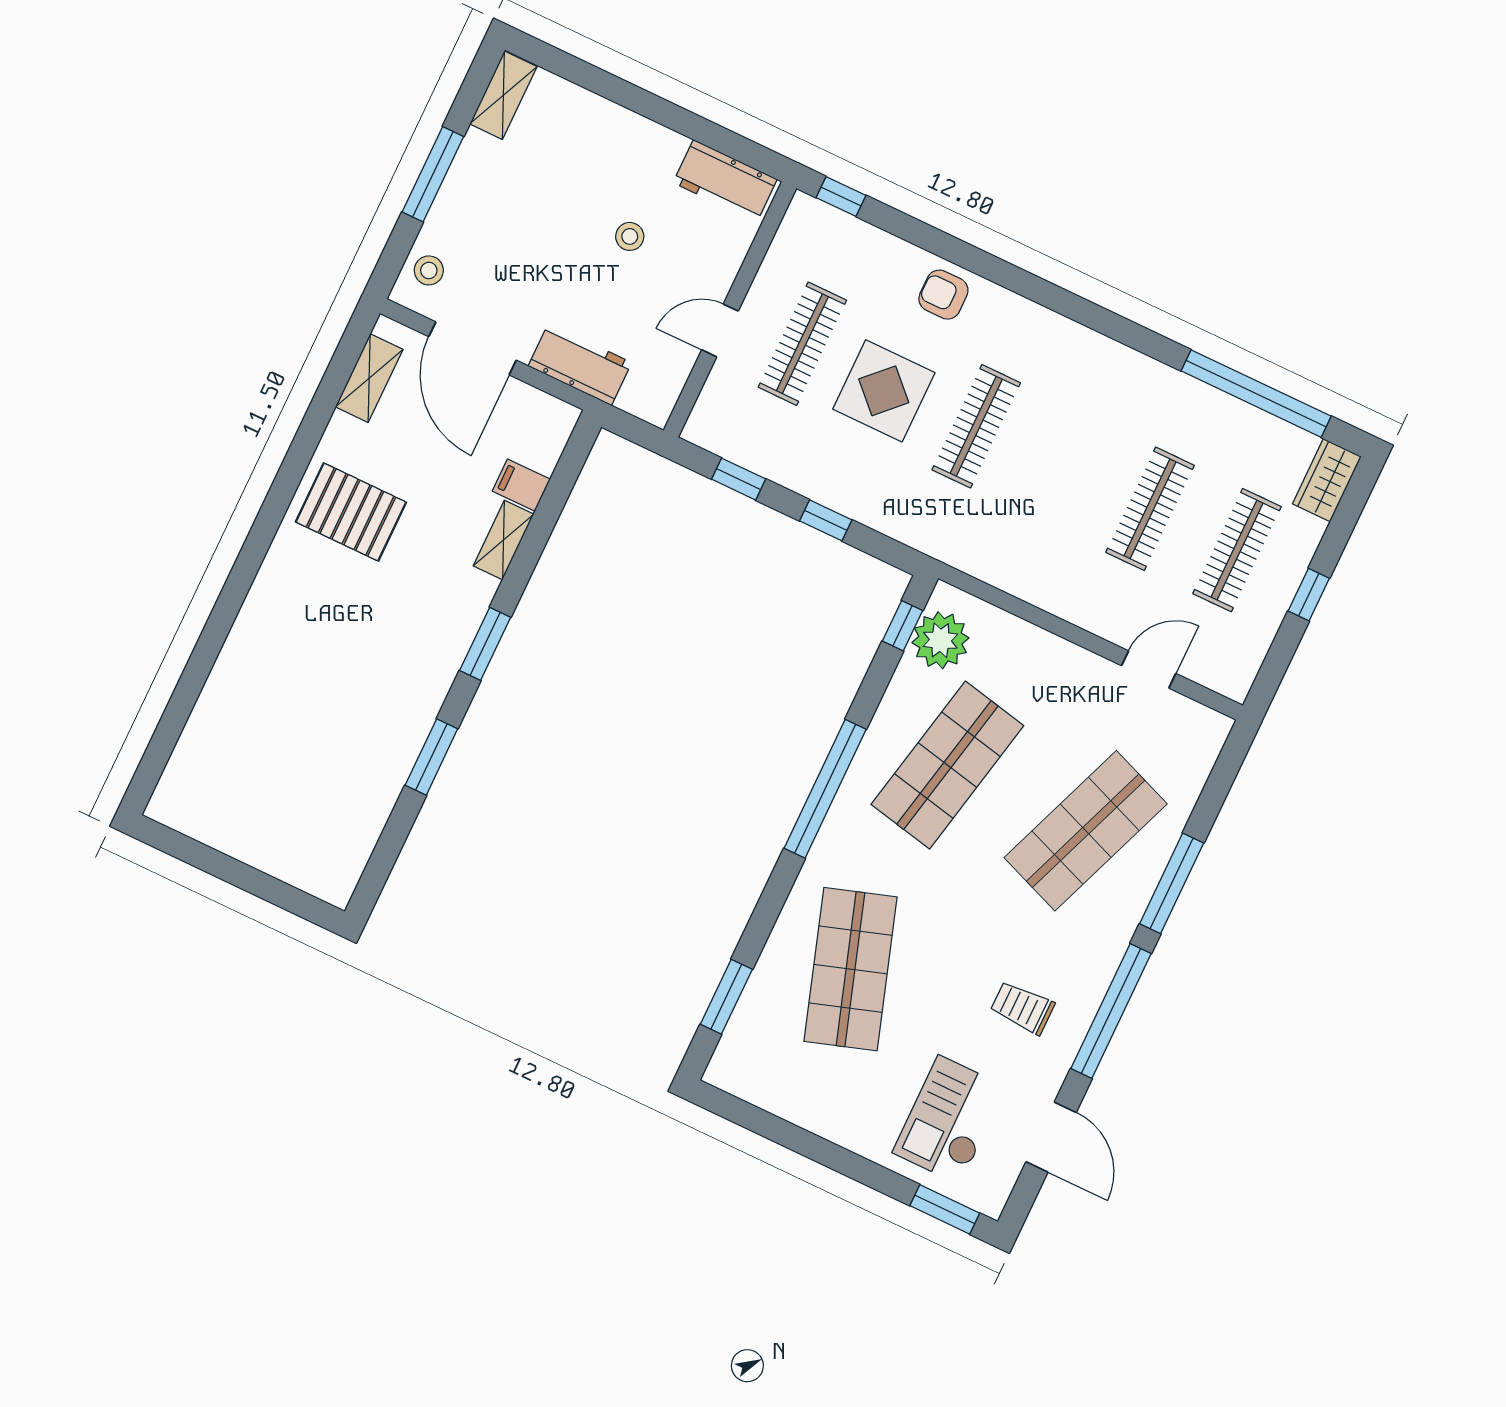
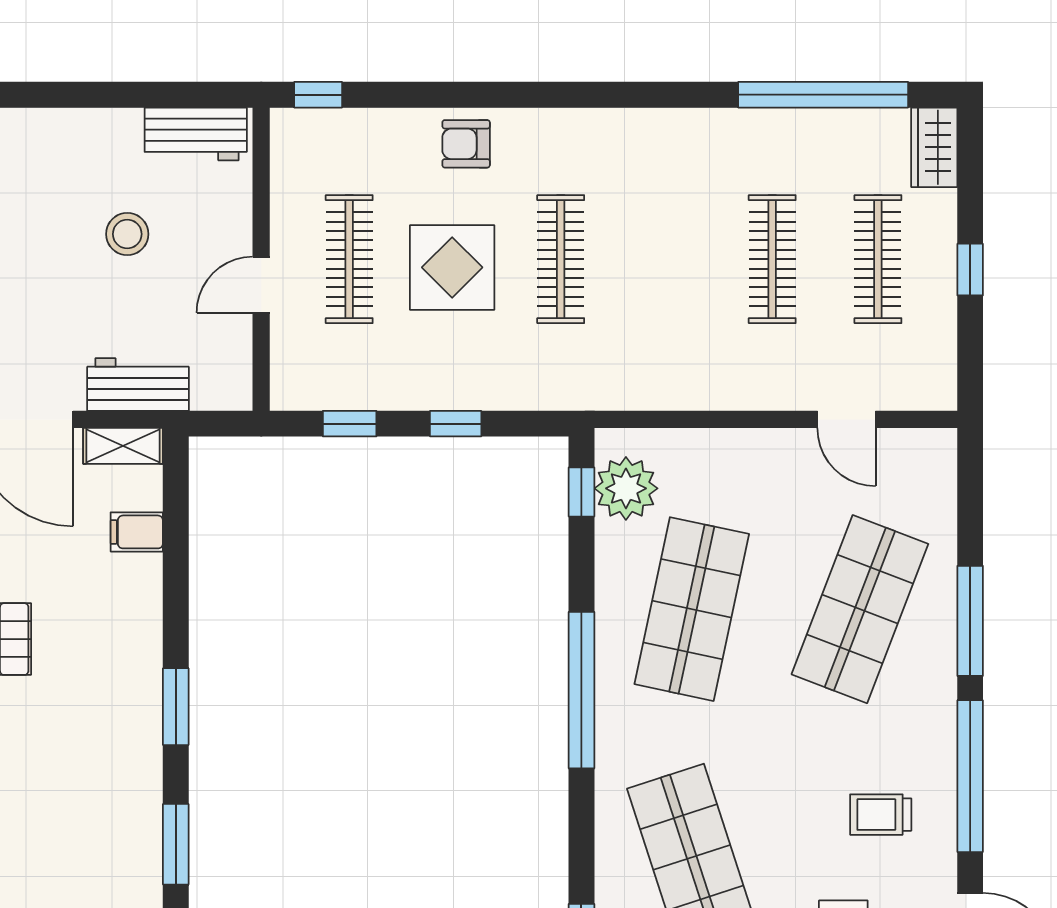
stool: (630, 236) -> (127, 234), width x1.37, depth x1.37
shelving: (503, 540) -> (123, 446), moved, turned 90
door: (1149, 669) -> (847, 419), swing flipped

